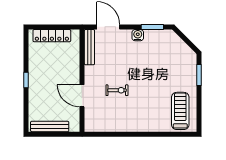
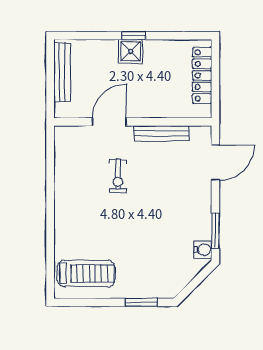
water cooler: (138, 35) -> (203, 250), moved
bench: (89, 47) -> (161, 133), moved
shower: (36, 82) -> (131, 51), added

